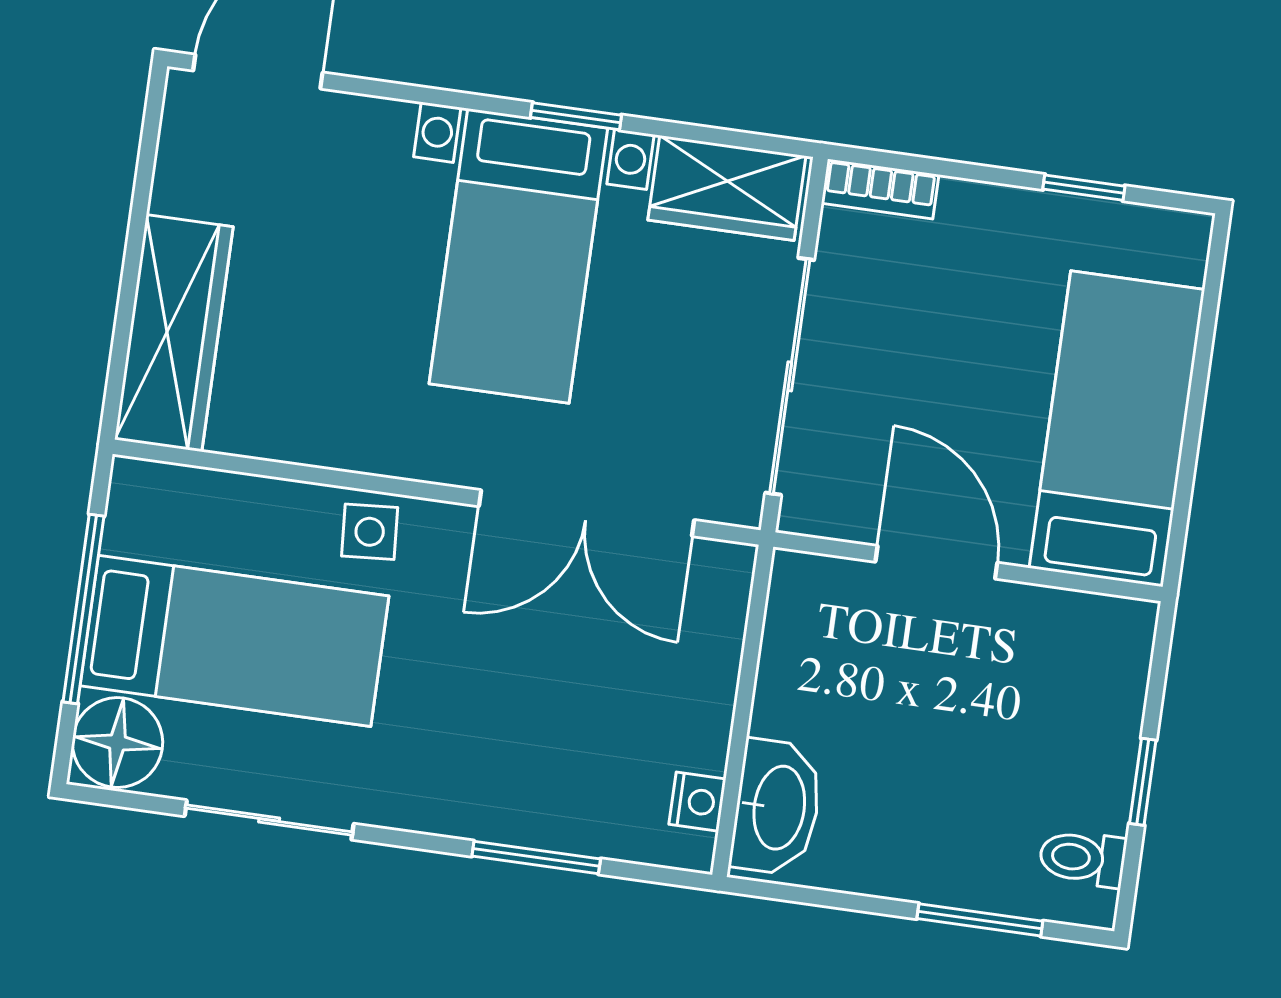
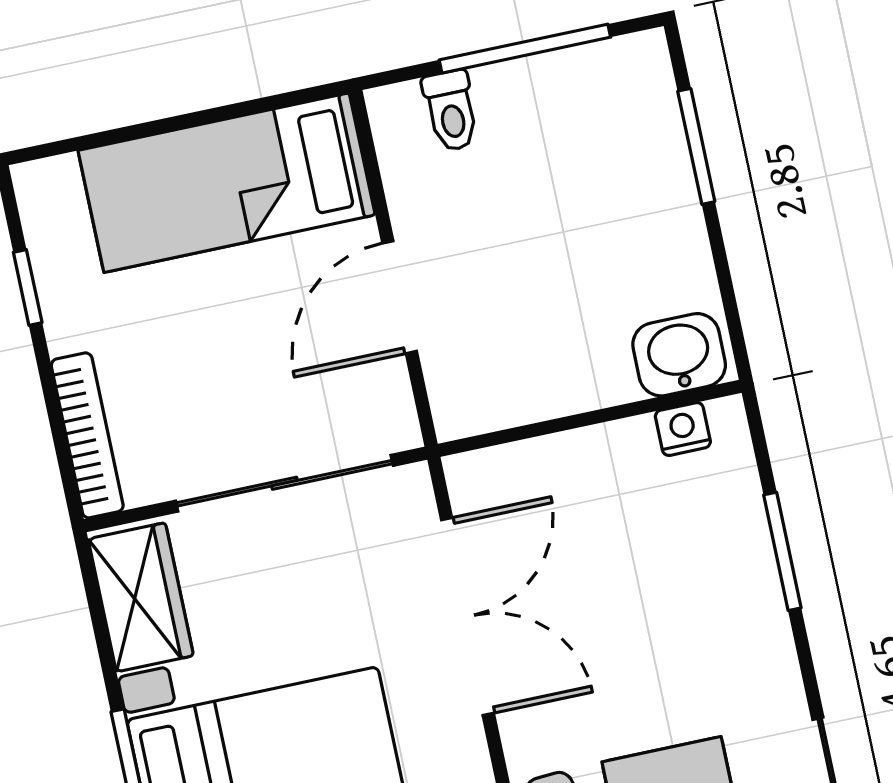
bookcase: (880, 189) -> (87, 435), width x1.56
window: (1143, 782) -> (525, 49), width x2.17
washbasin: (777, 807) -> (679, 355), width x0.72
toilet: (1083, 858) -> (451, 111), moved

